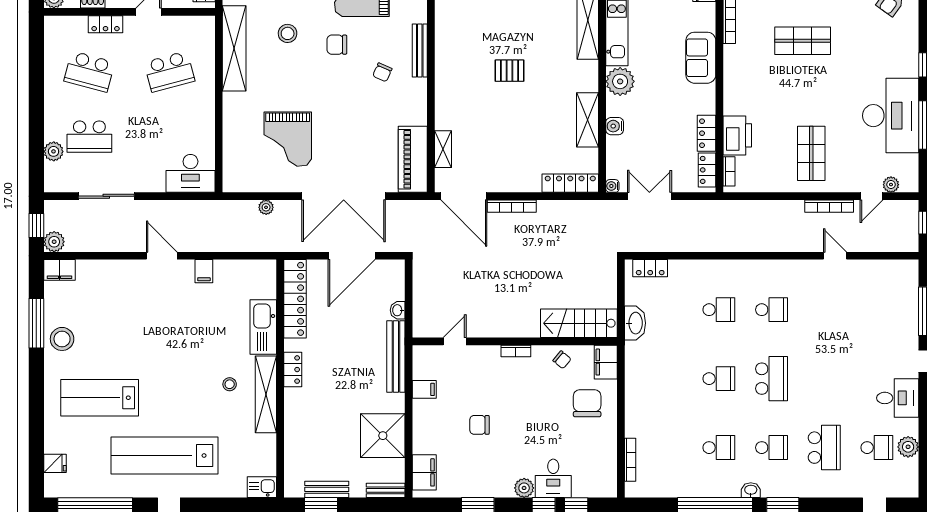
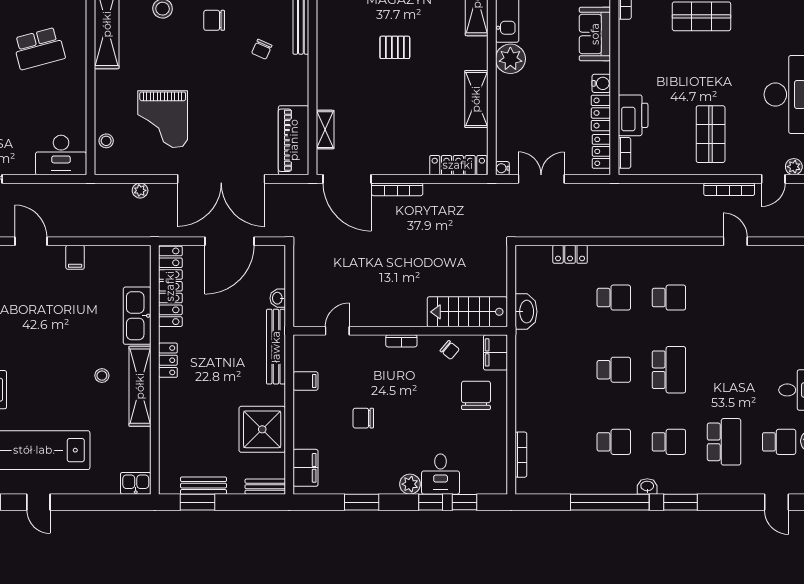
water cooler: (615, 126) -> (601, 83), moved, turned 180
stool: (234, 160) -> (106, 141), added
locker: (650, 268) -> (570, 254), moved

